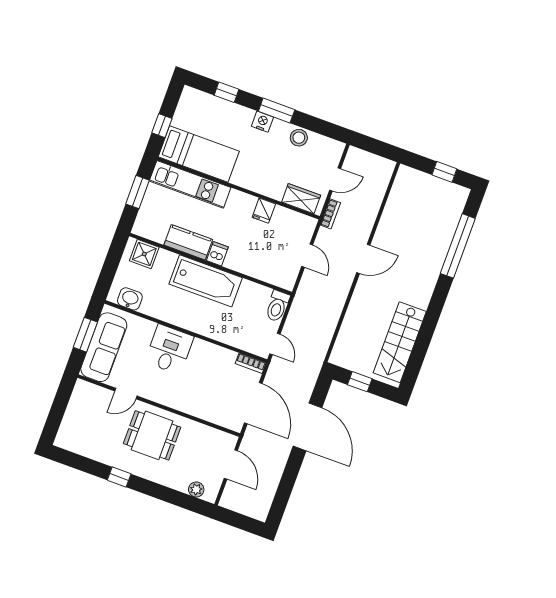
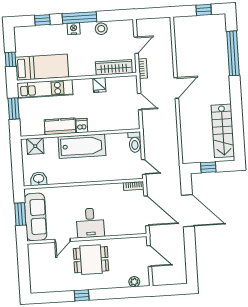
window: (277, 111) -> (79, 18), width x1.44
wardrobe: (301, 199) -> (114, 67), width x1.50
desk: (169, 349) -> (90, 223), moved, turned 180

